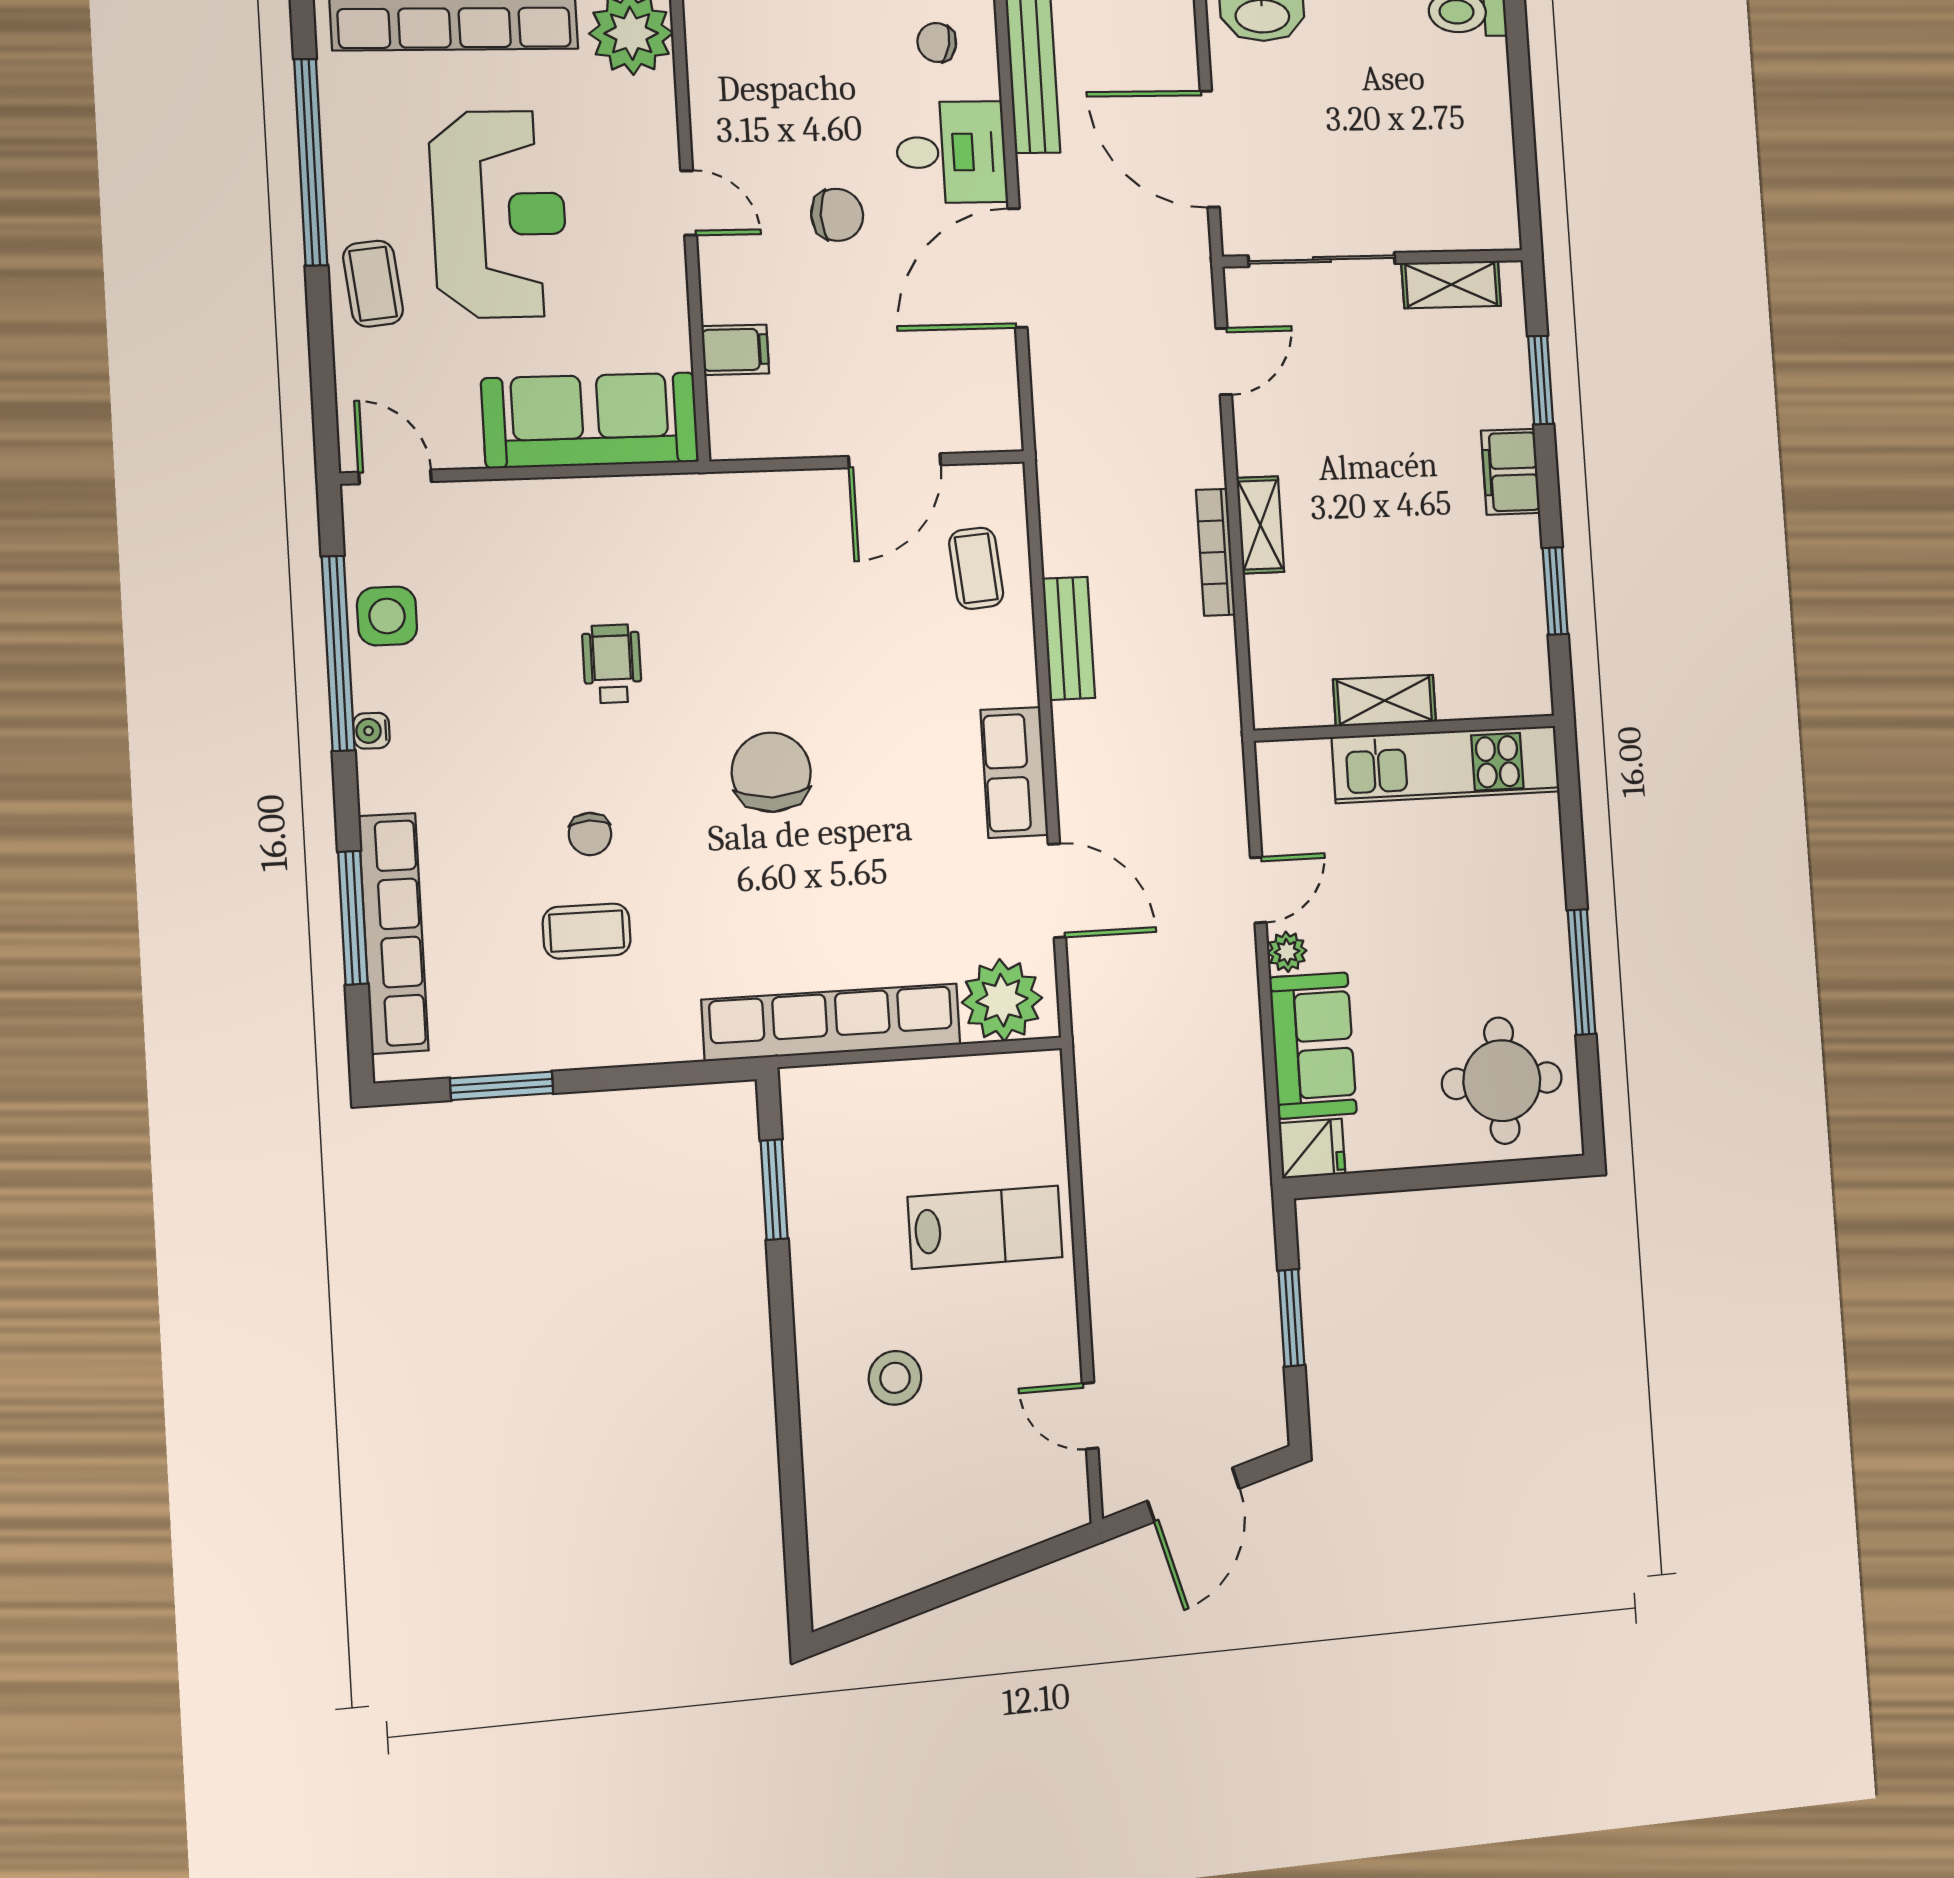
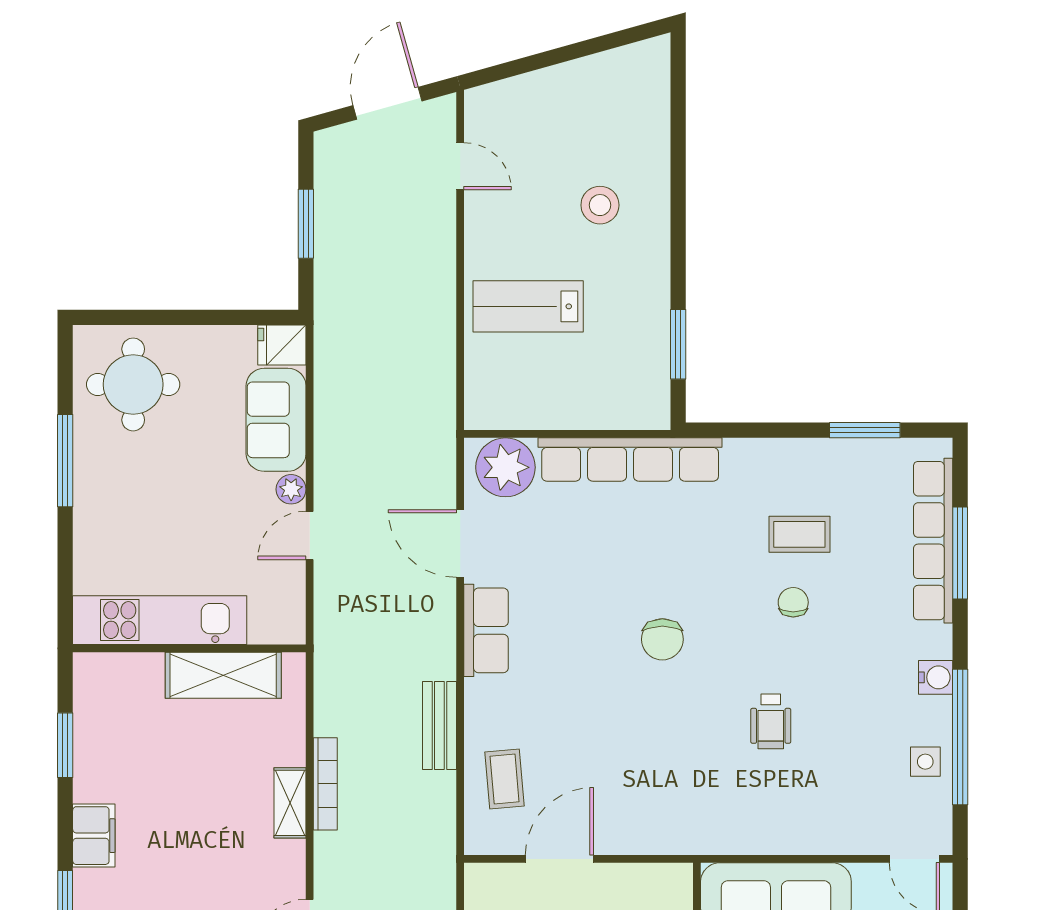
side table: (387, 616) -> (925, 762), width x0.73, depth x0.73
shelving: (1385, 701) -> (223, 675), width x1.50, depth x1.33
water cooler: (371, 731) -> (936, 677), width x1.38, depth x1.38
chair: (771, 772) -> (662, 639), width x0.73, depth x0.73

